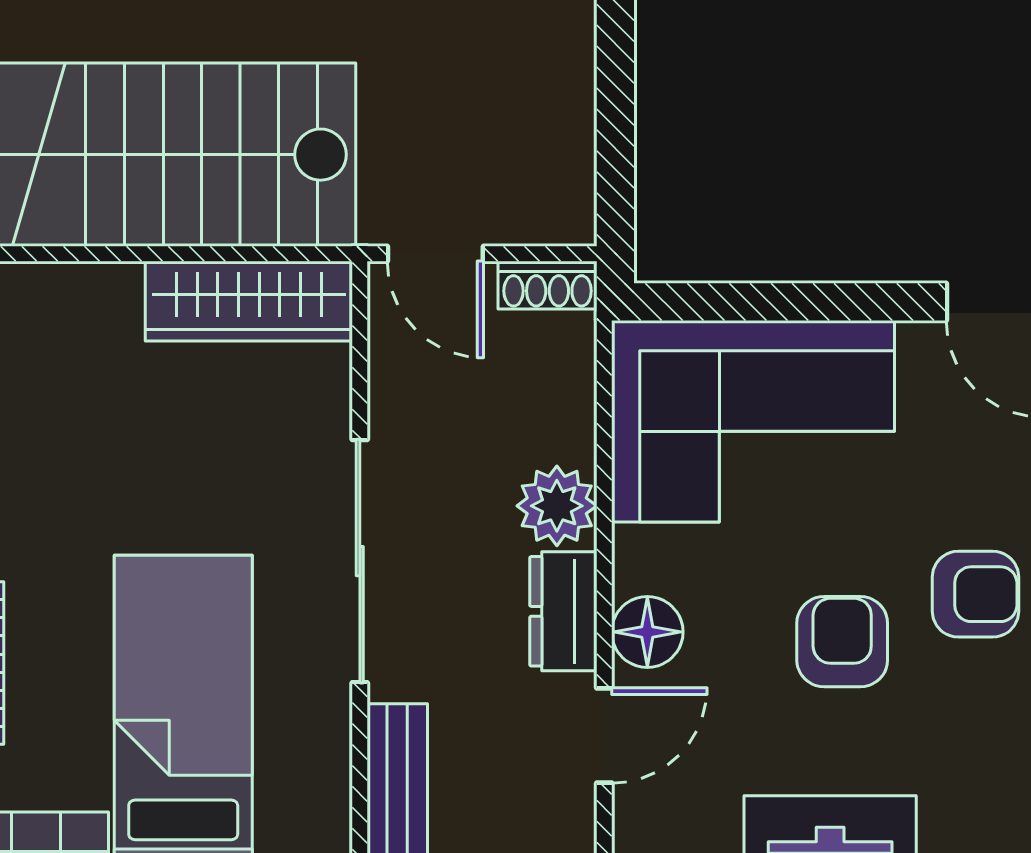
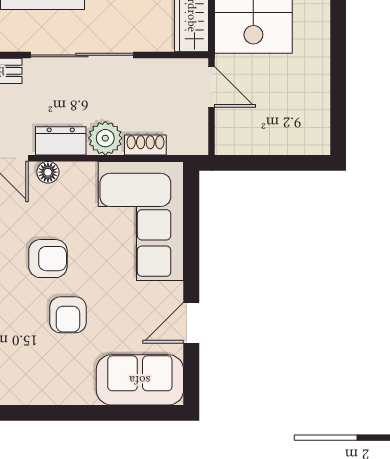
door: (435, 254) -> (212, 87), swing flipped
shoe rack: (548, 285) -> (145, 145), moved, turned 90
floor lamp: (647, 632) -> (48, 172), width x0.73, depth x0.73

